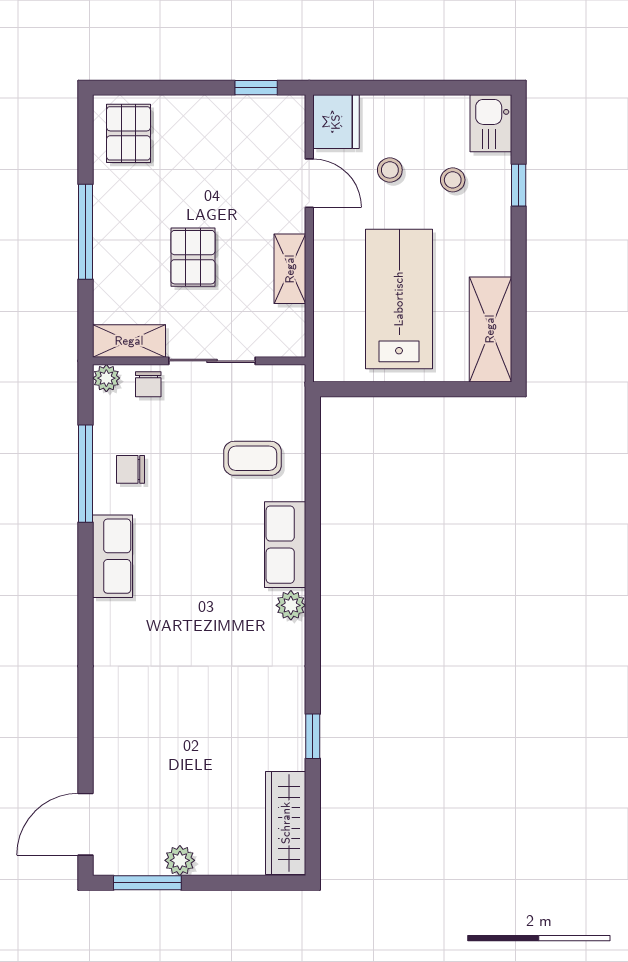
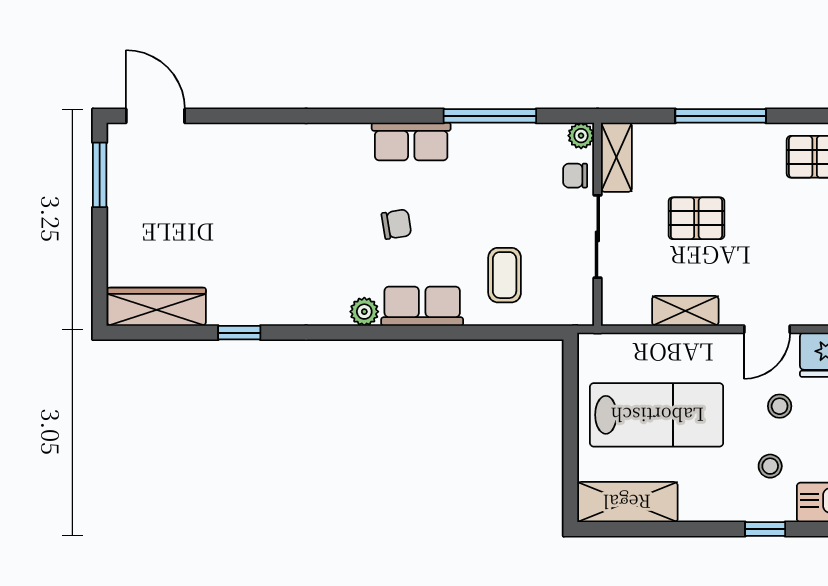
chair: (130, 469) -> (396, 224), moved, turned 81
plant: (180, 860) -> (121, 206), removed

